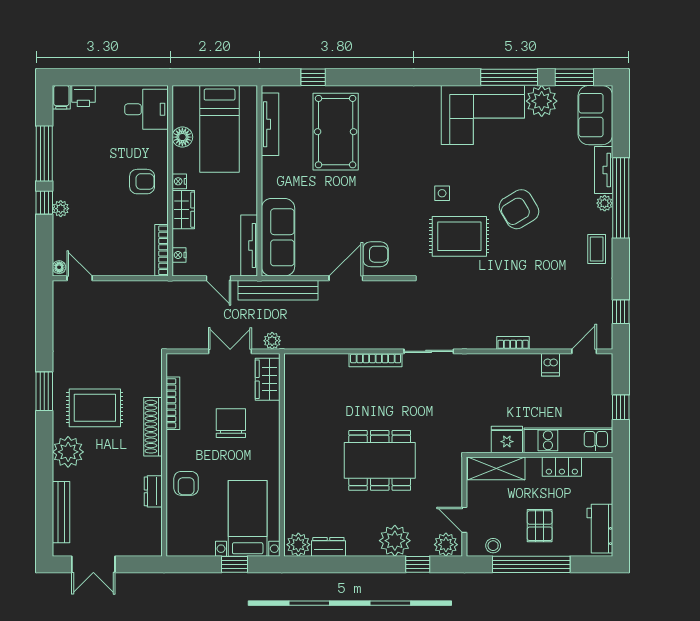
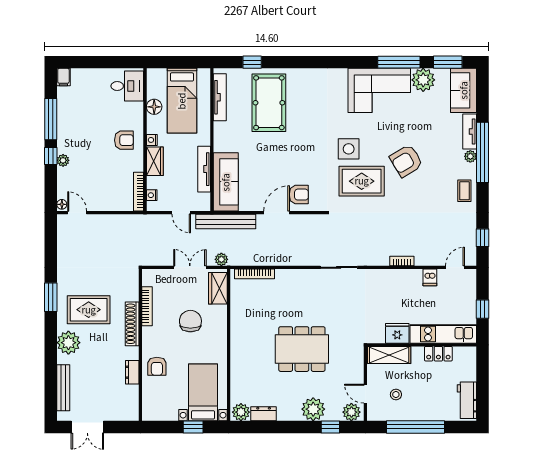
printer: (83, 96) -> (80, 76), removed
side table: (442, 193) -> (349, 149), width x1.87, depth x1.87
tv unit: (249, 246) -> (204, 169), moved
bookcase: (376, 360) -> (254, 274), moved
pallet: (540, 526) -> (422, 398), removed
stool: (493, 546) -> (396, 394), moved

